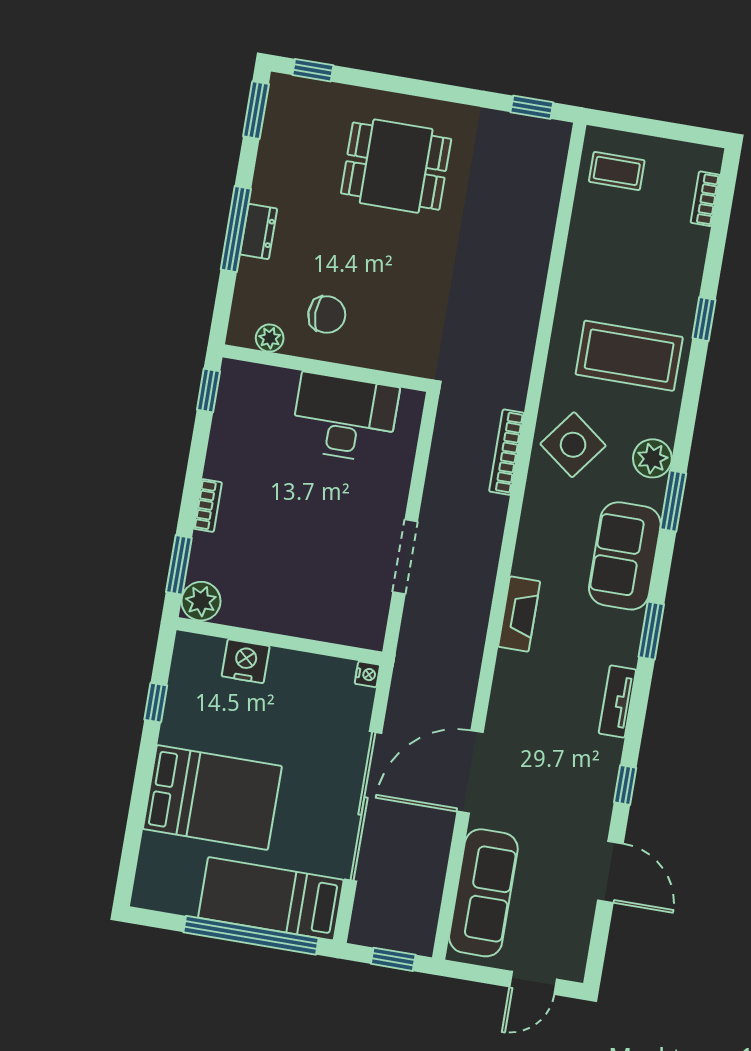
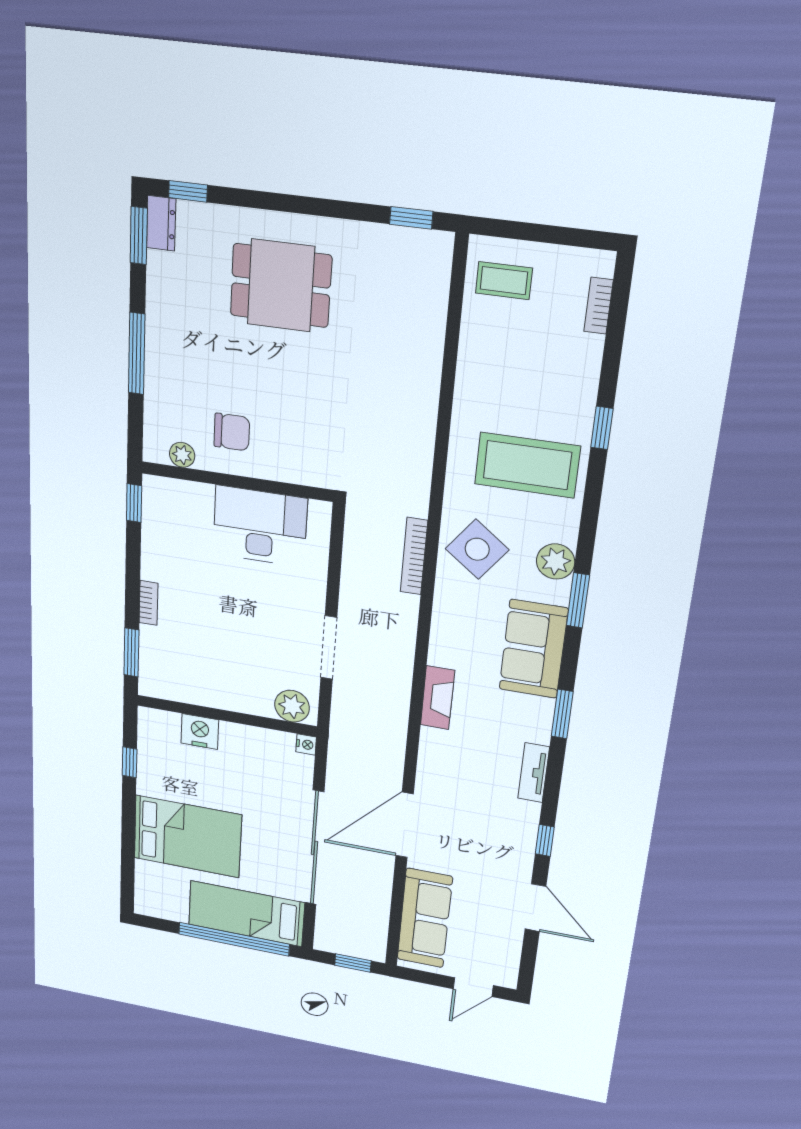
dresser: (259, 232) -> (161, 223), moved
plant: (201, 601) -> (292, 706), moved

